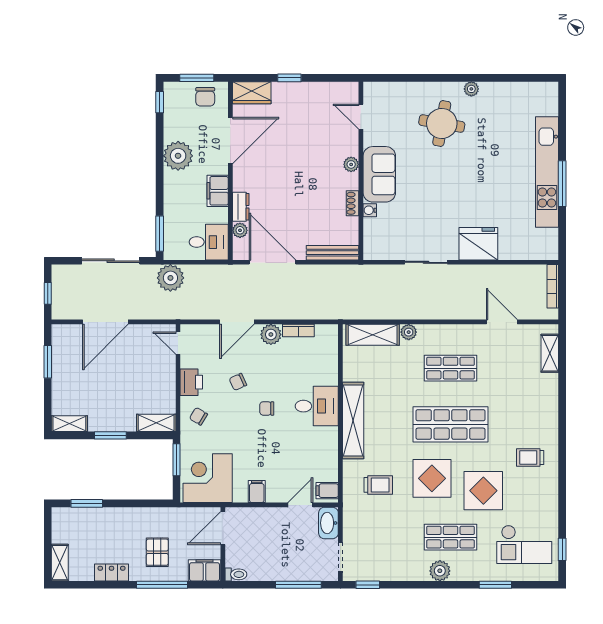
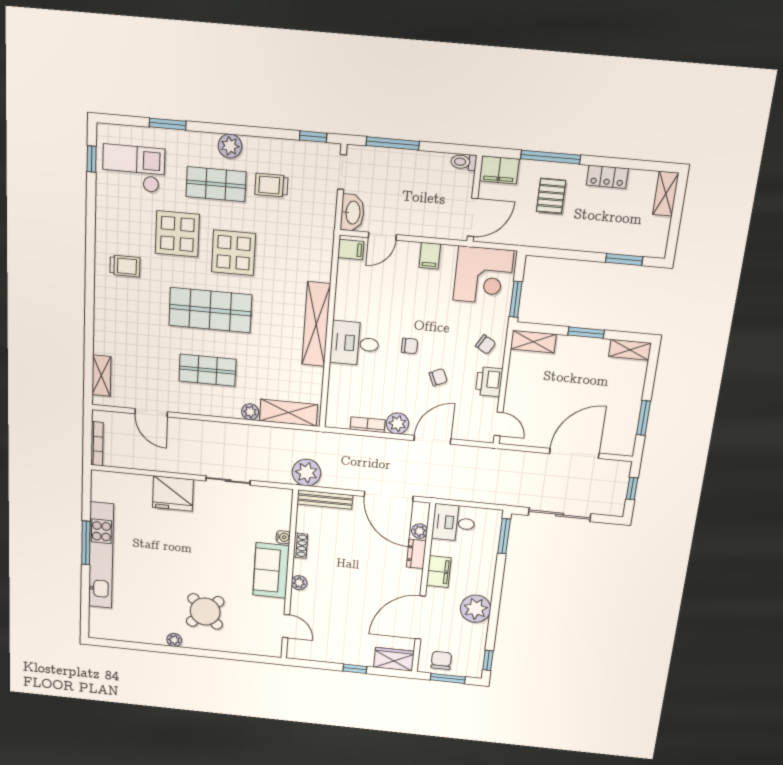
round table: (442, 123) -> (205, 611), turned 36
plant: (170, 278) -> (306, 473), moved
trolley: (378, 485) -> (271, 185), moved

